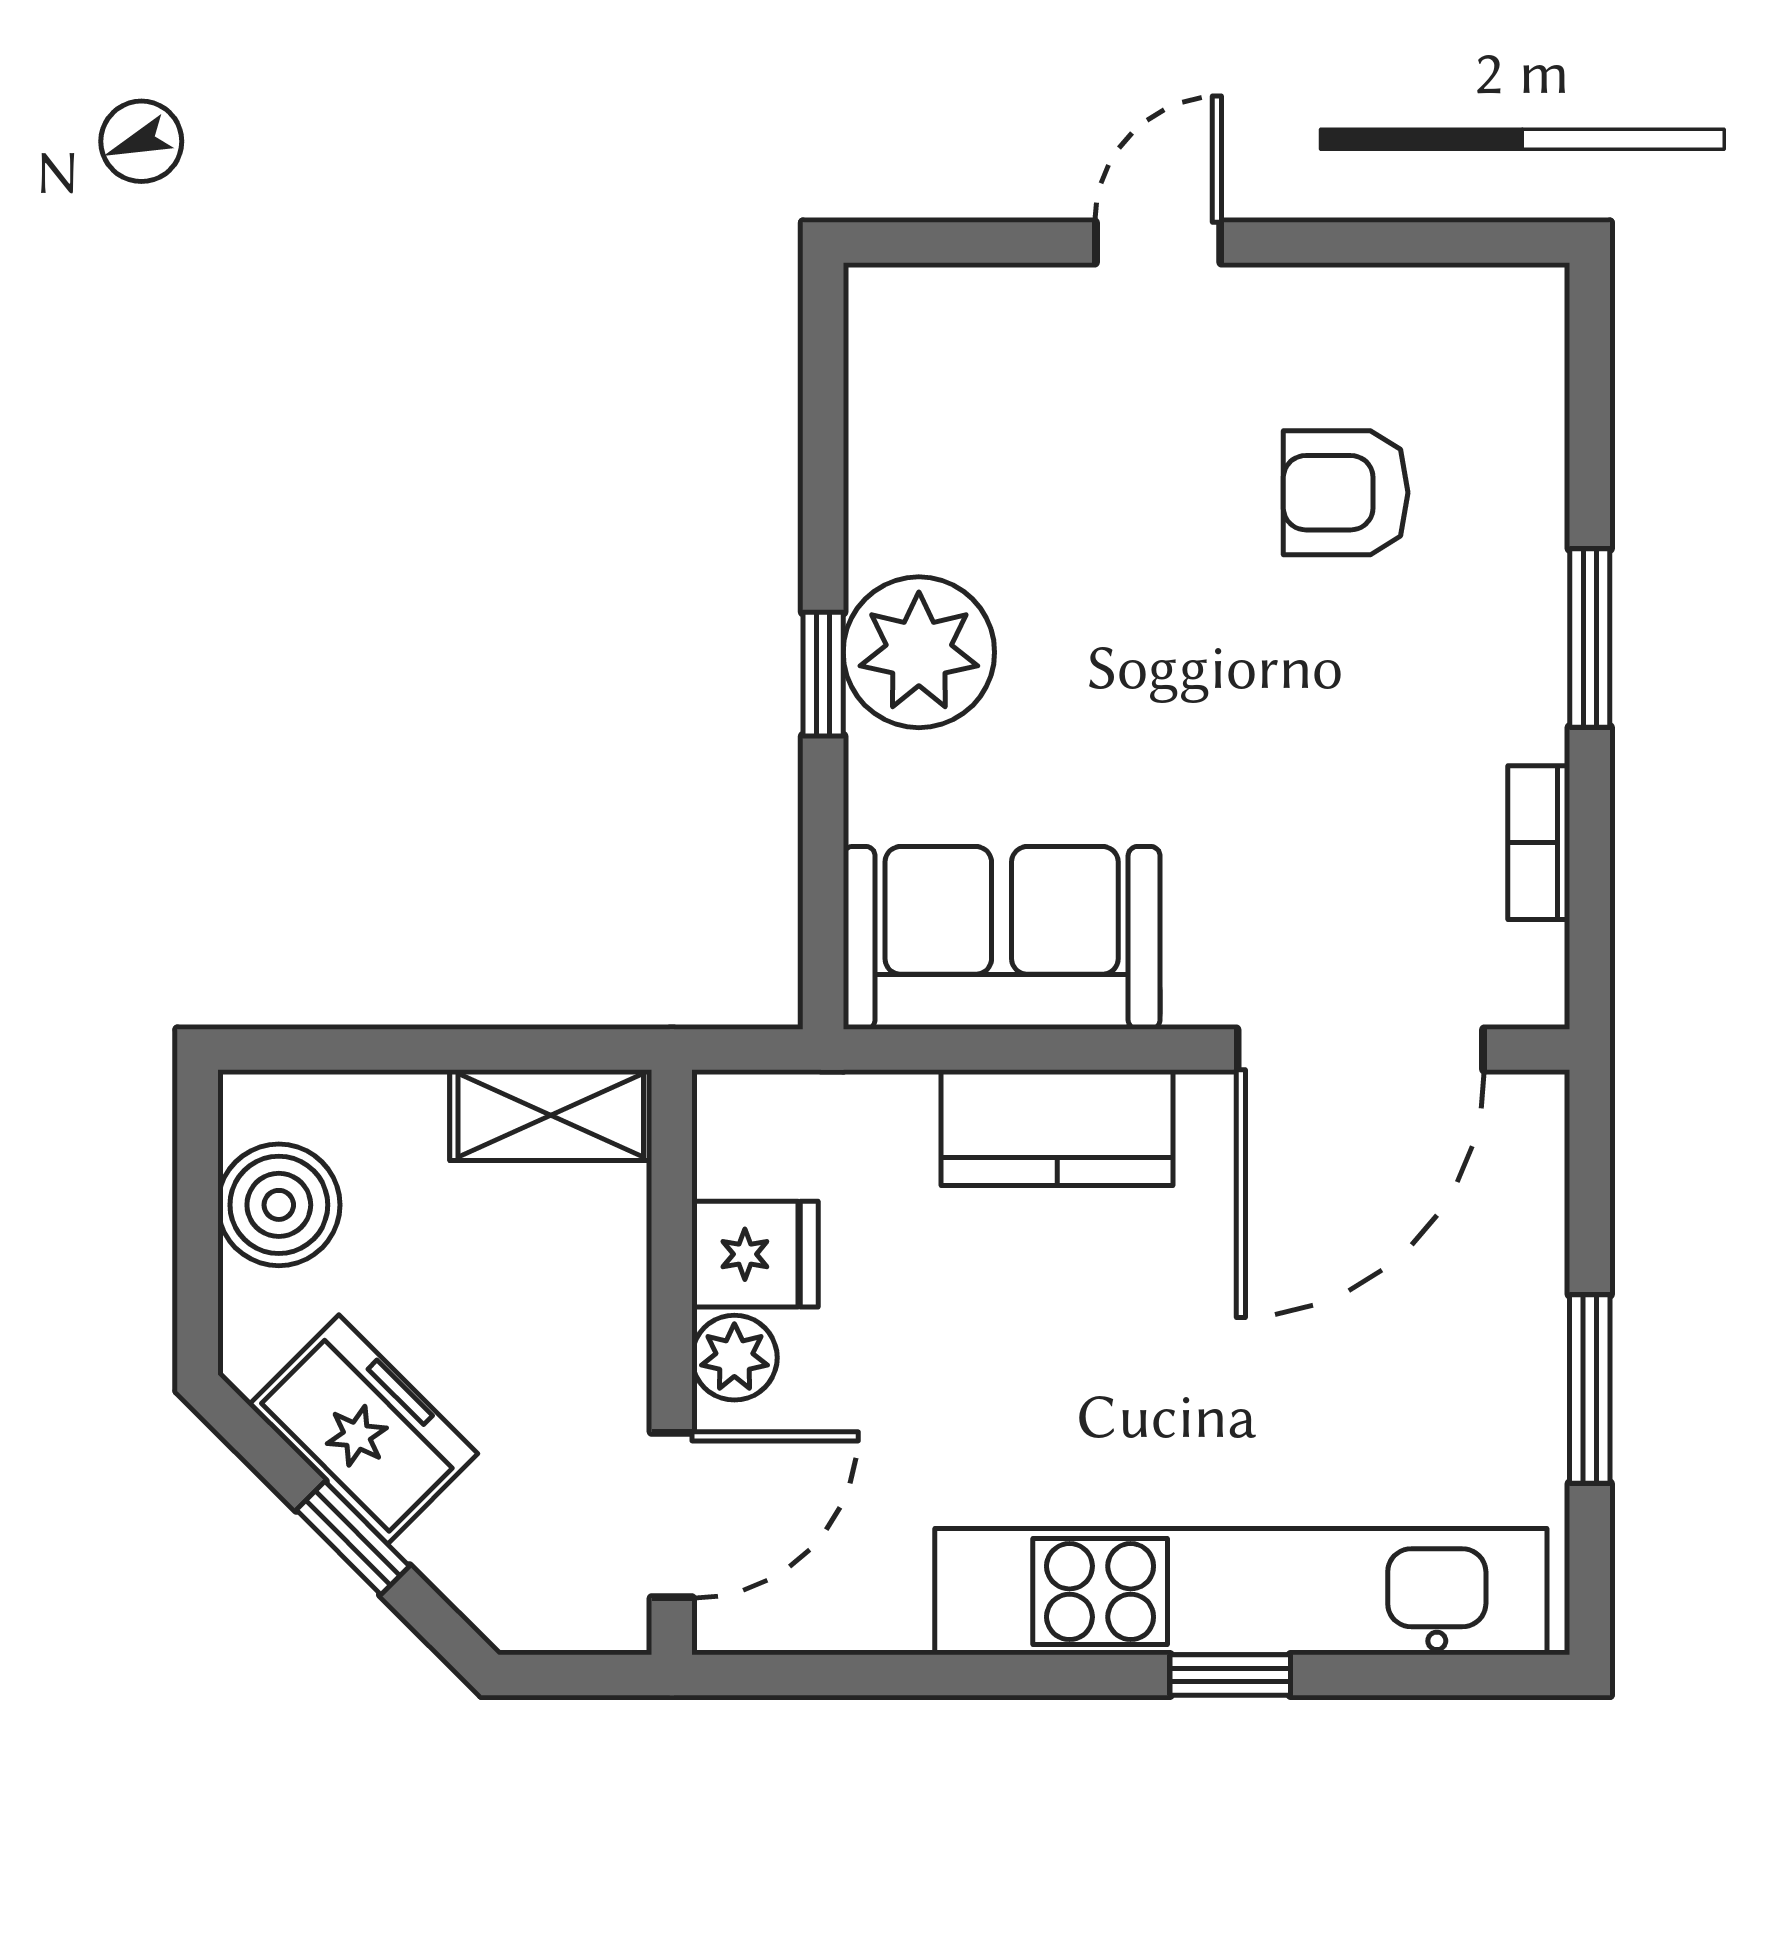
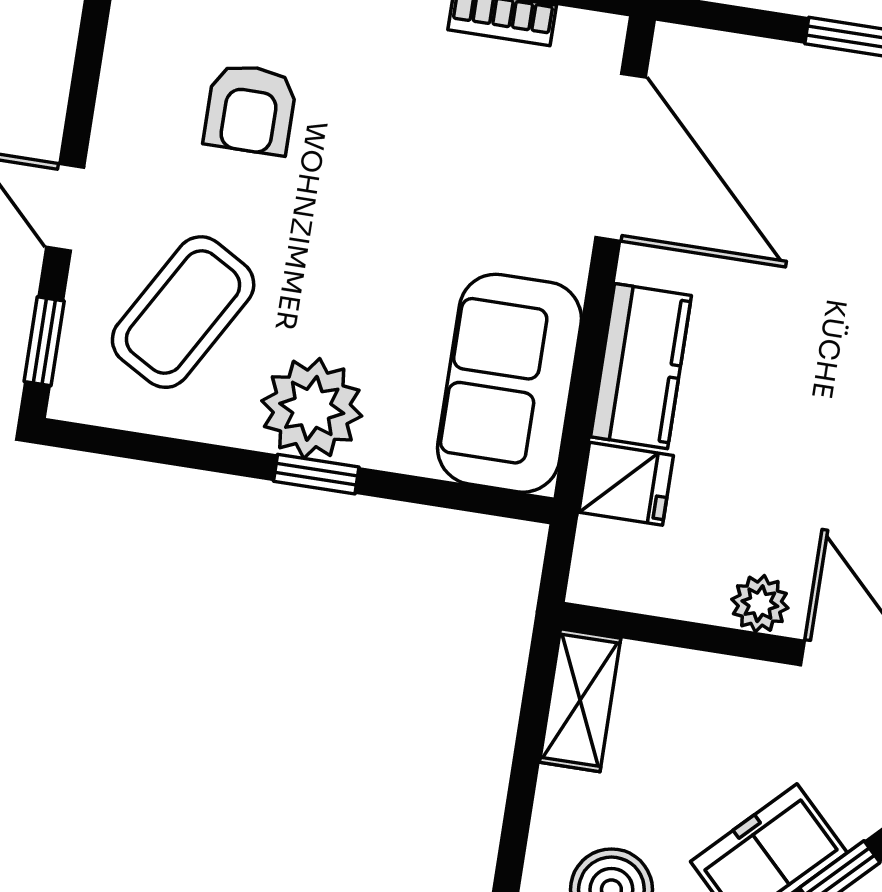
window: (956, 243) -> (44, 341), added
coffee table: (1031, 440) -> (183, 312), added
fridge: (755, 1254) -> (626, 484), moved, turned 90

